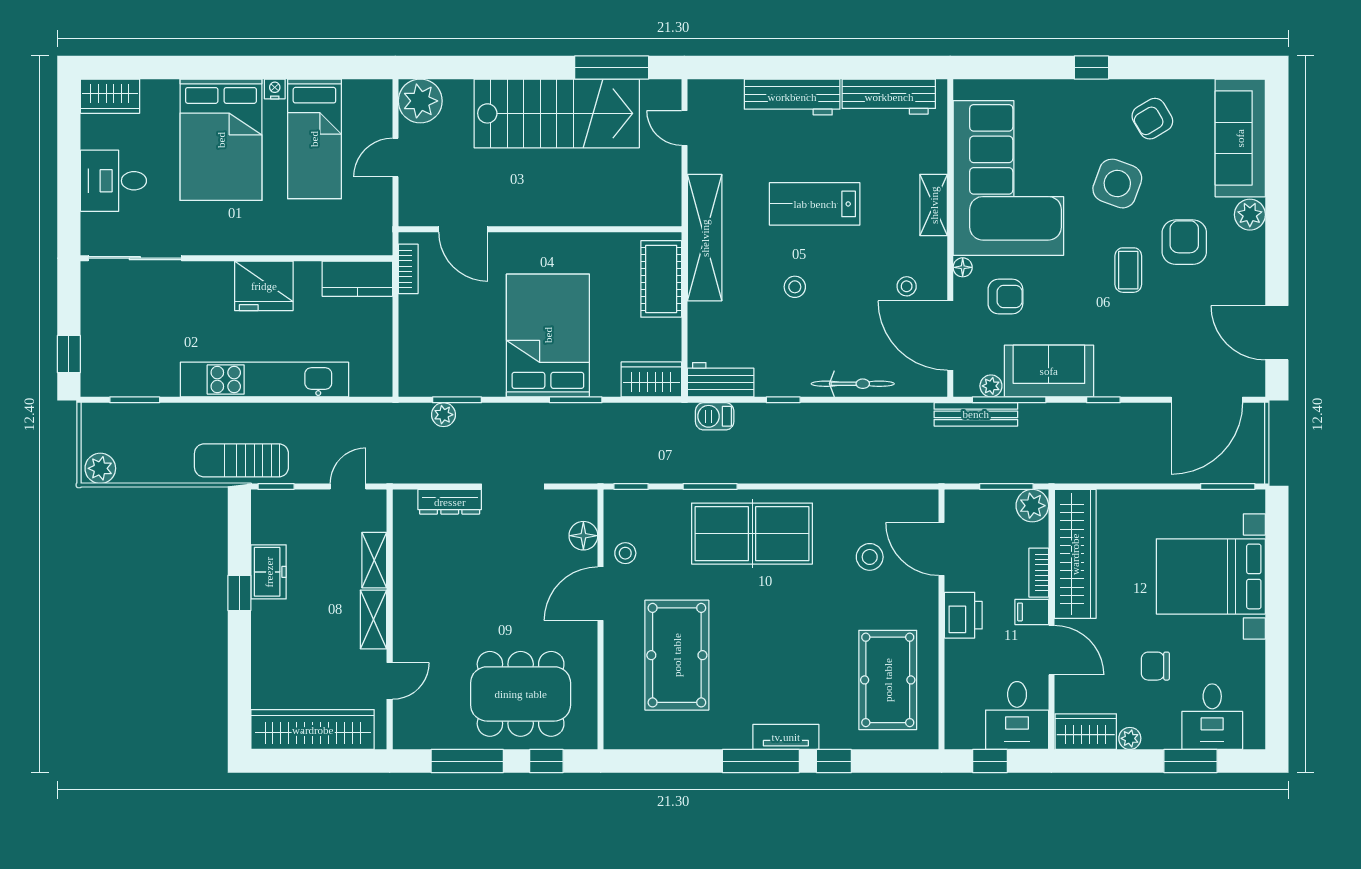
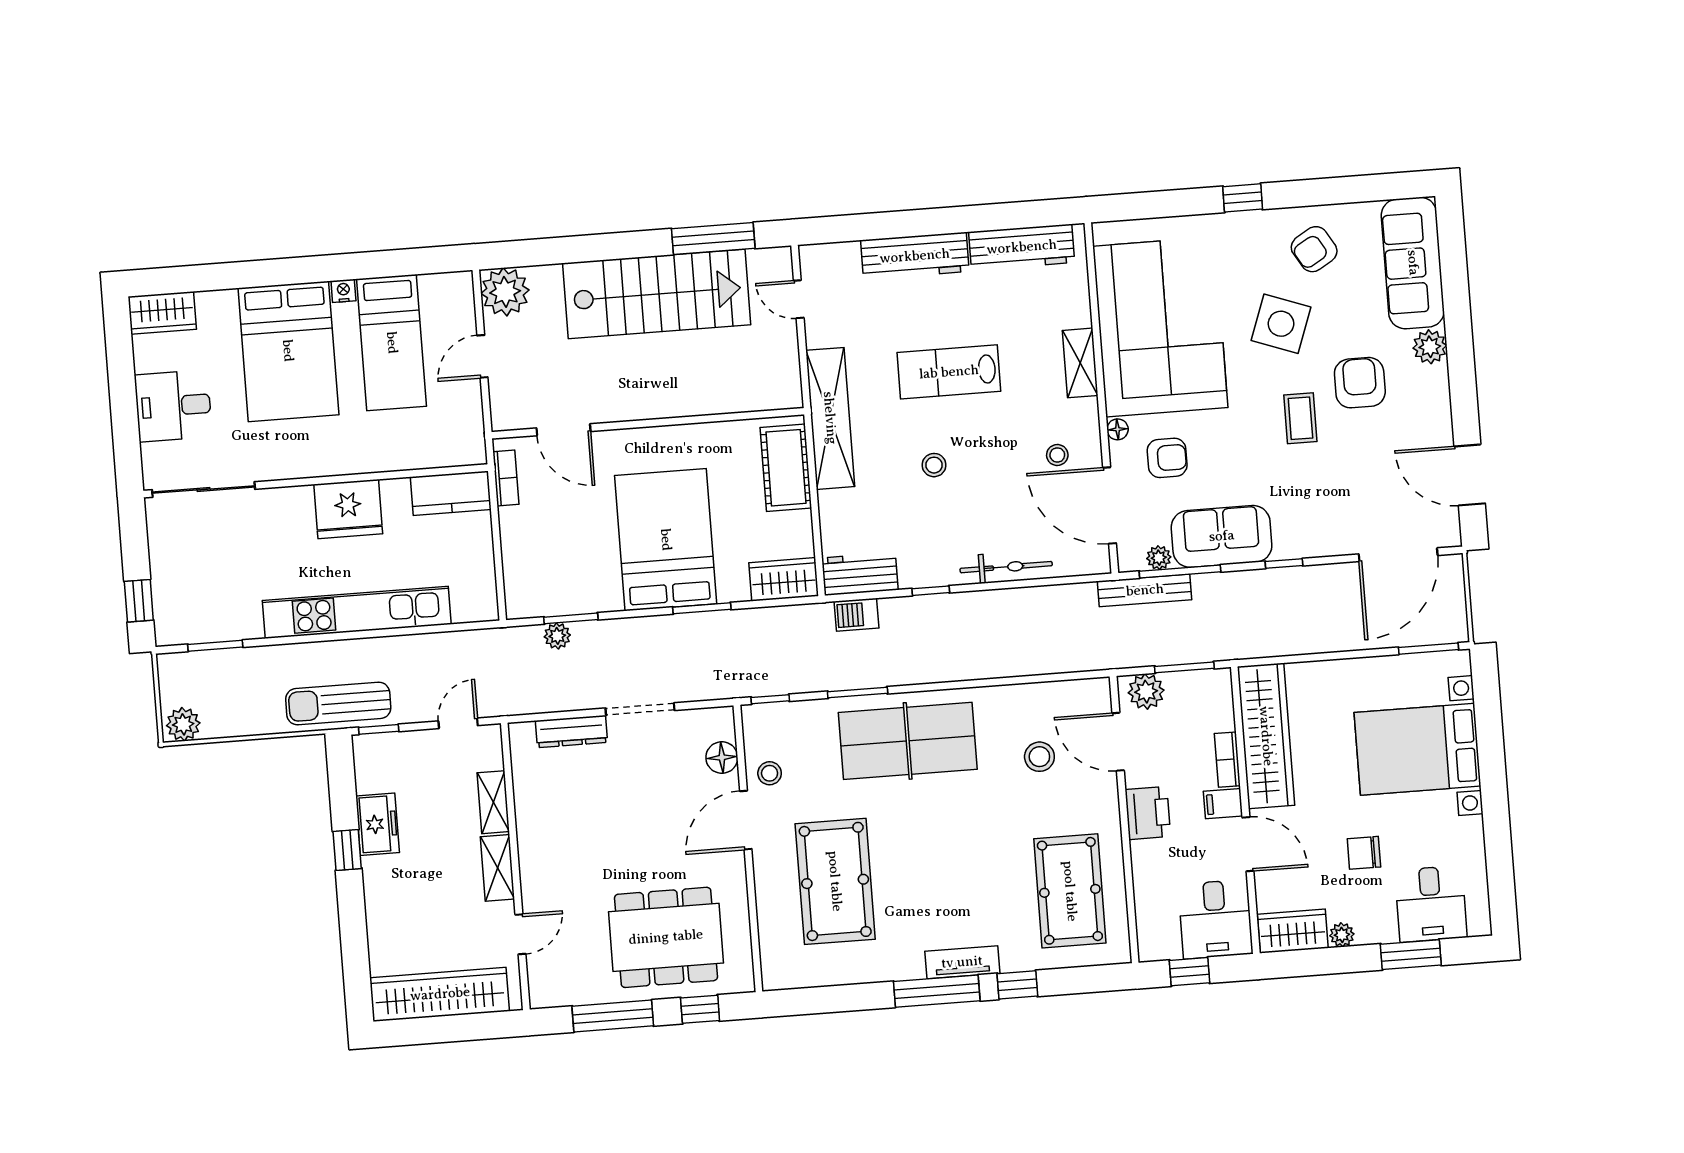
plant: (1032, 506) -> (1146, 692), moved

